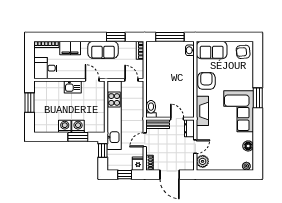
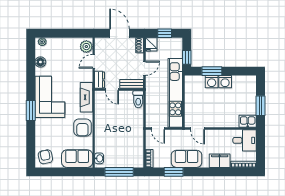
armchair: (243, 52) -> (45, 157), turned -97
kitchen sink: (73, 87) -> (248, 121), moved

